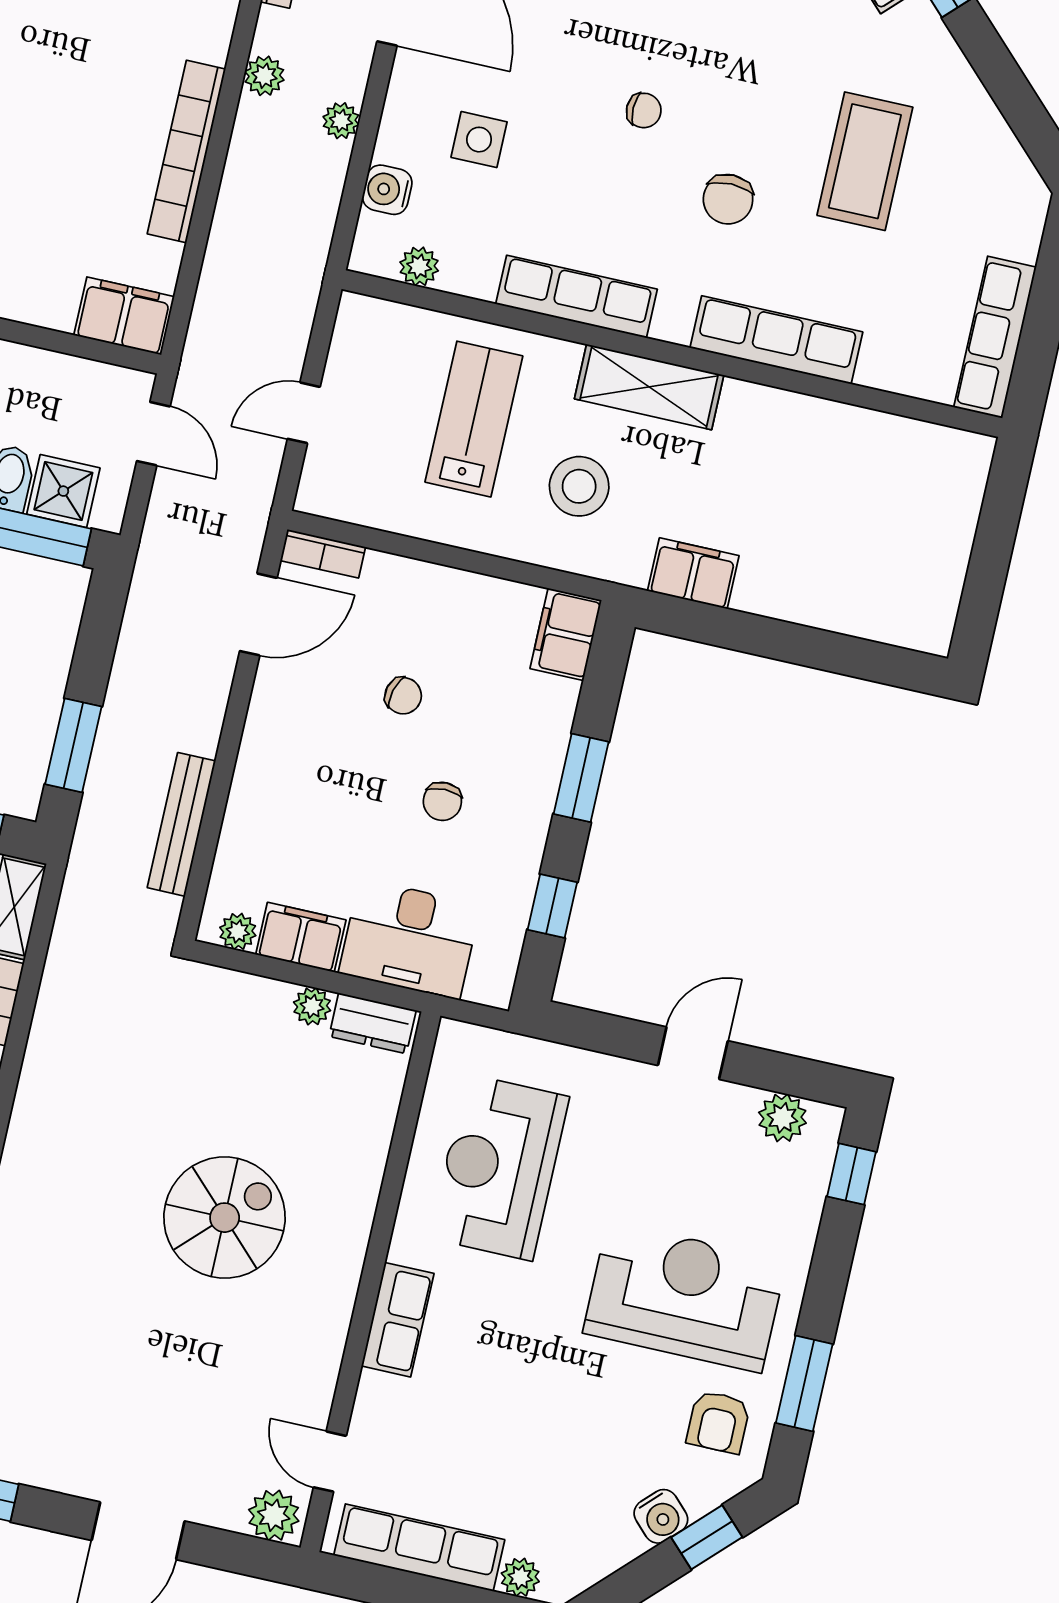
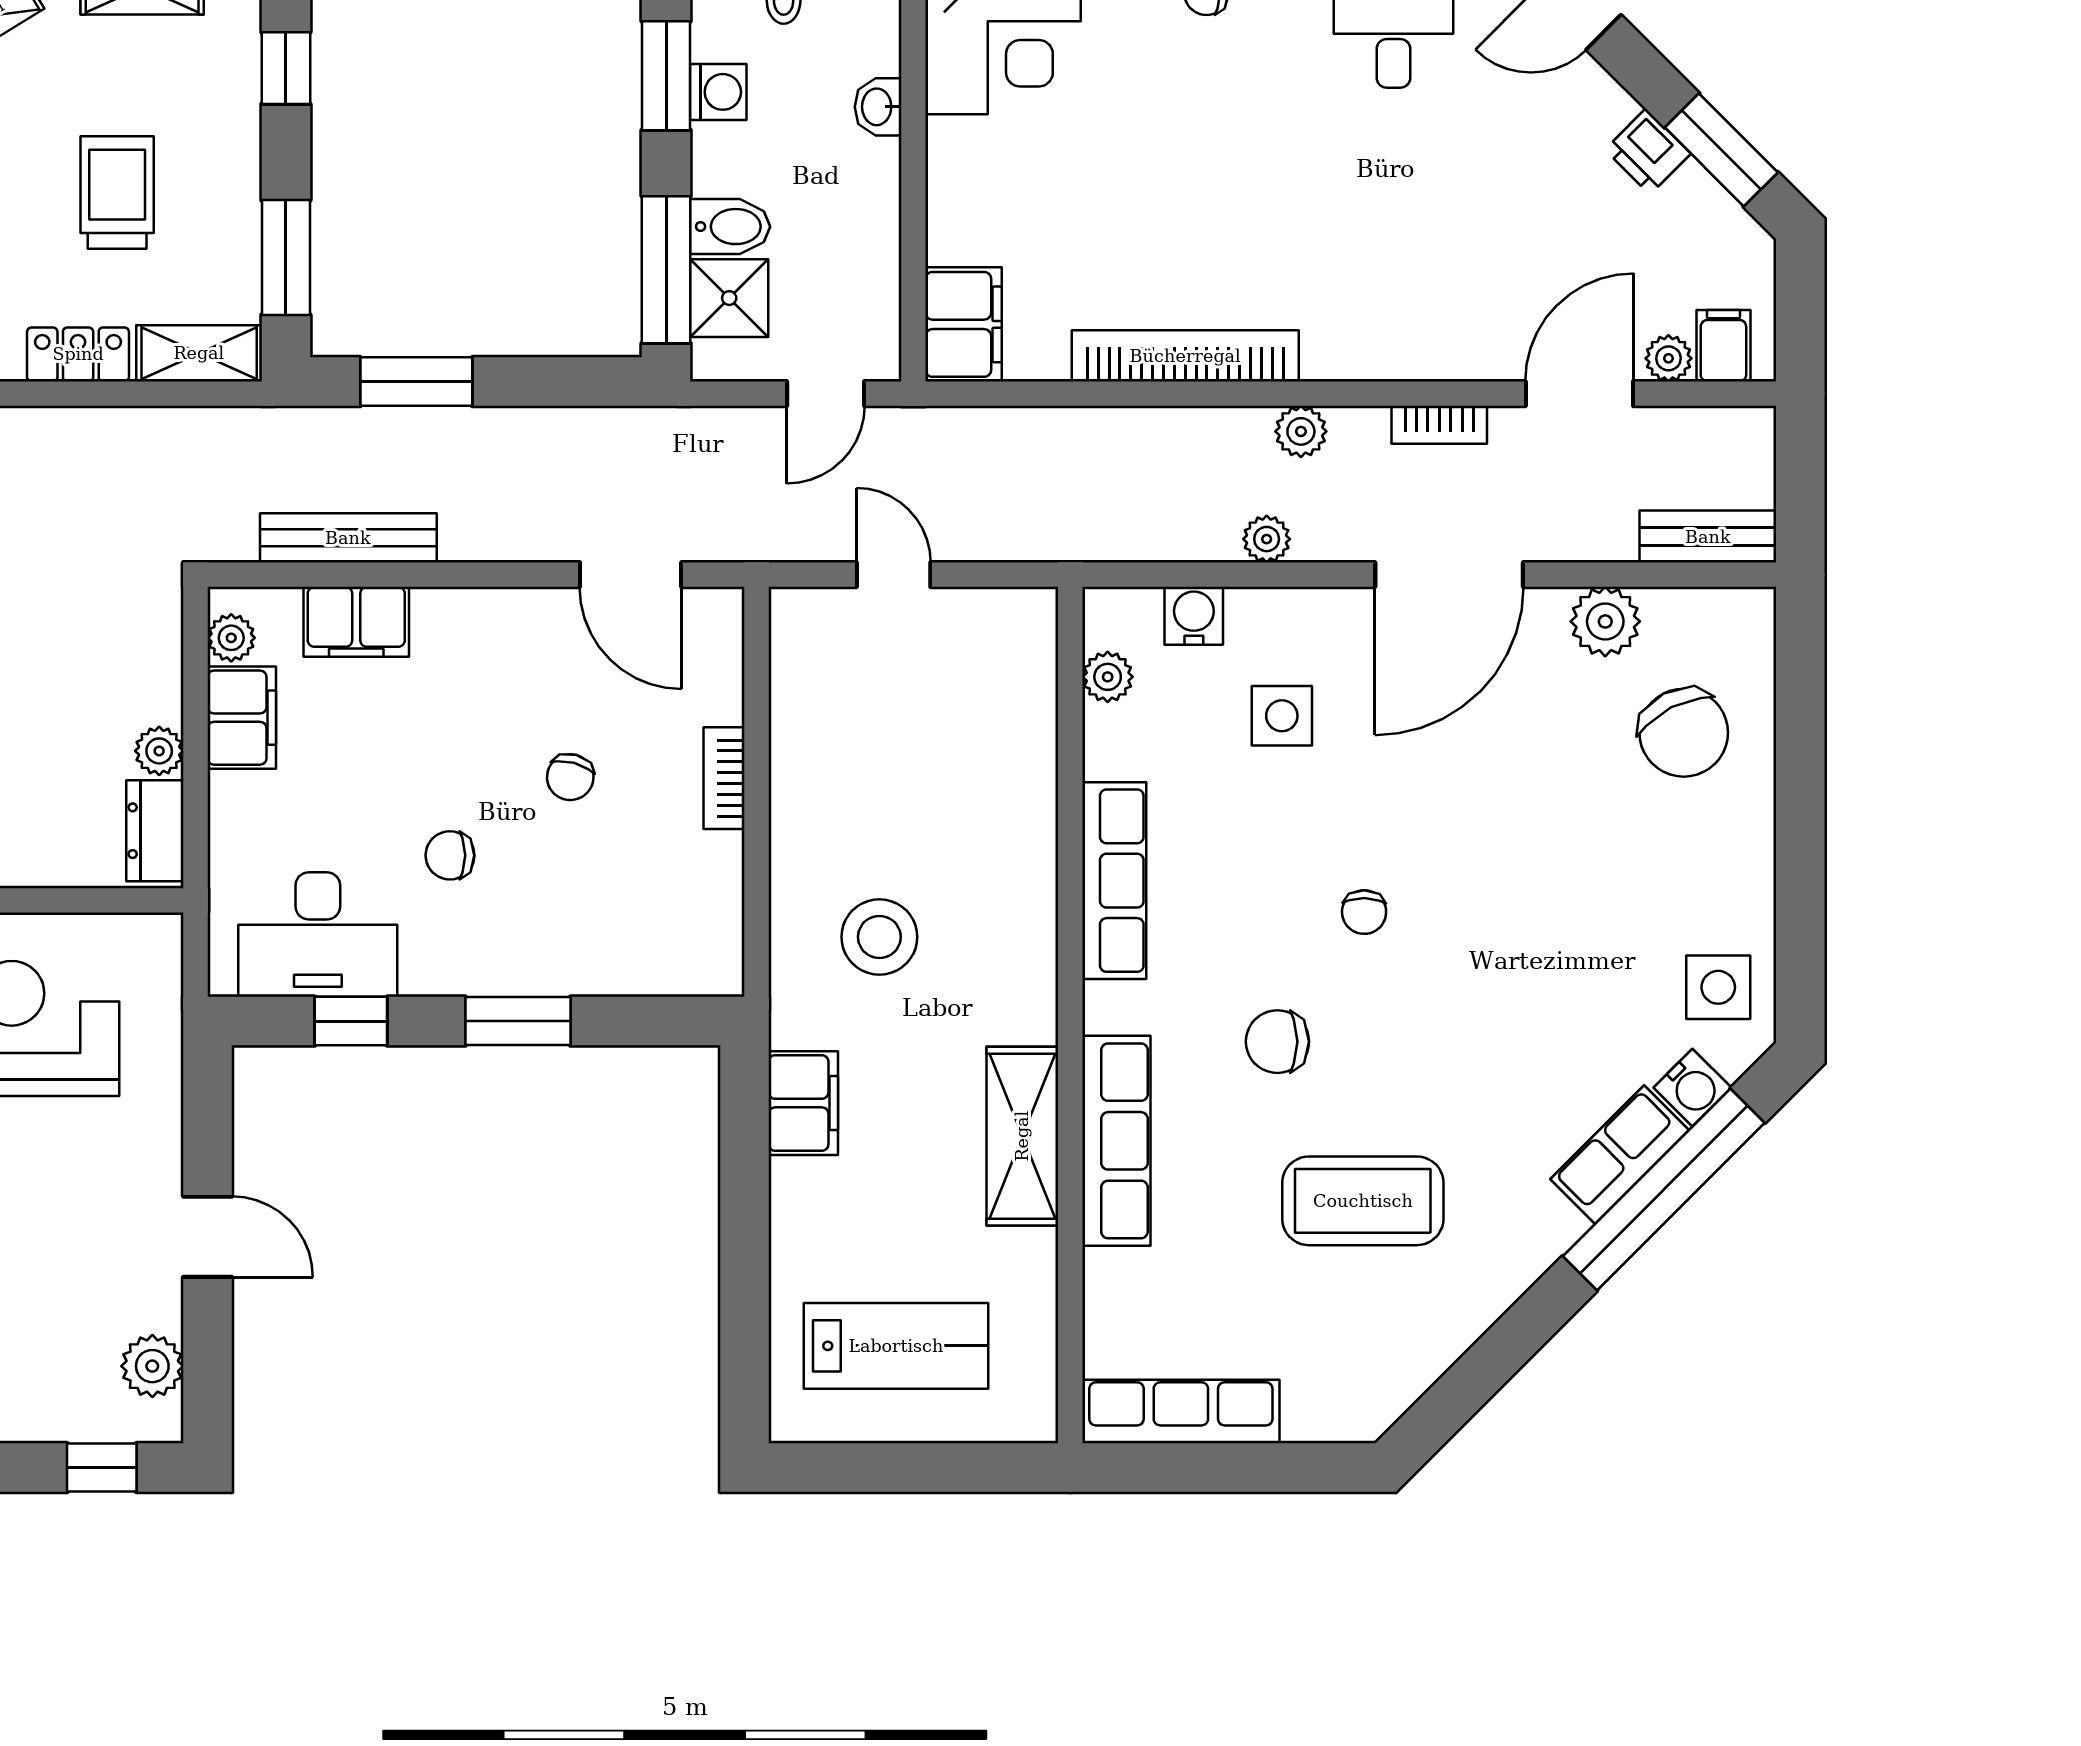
shelving: (649, 387) -> (1022, 1136), moved
lab bench: (474, 419) -> (896, 1346), moved
bookcase: (323, 554) -> (724, 778), moved
filing cabinet: (566, 634) -> (356, 622), moved, turned 180
desk: (410, 939) -> (318, 935), moved, turned -90

